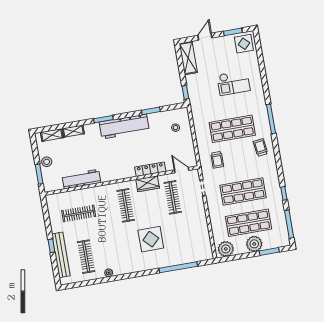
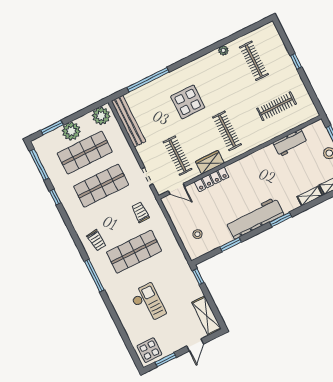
checkout: (234, 83) -> (148, 303), turned 90
workbench: (81, 179) -> (290, 143), width x0.73
bench: (61, 255) -> (129, 121), moved

